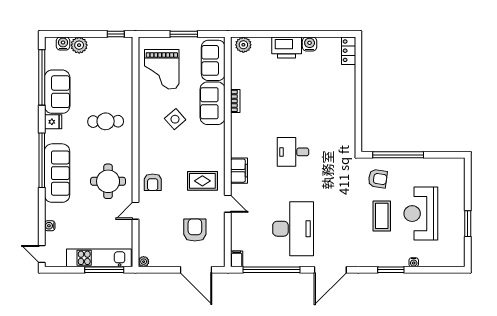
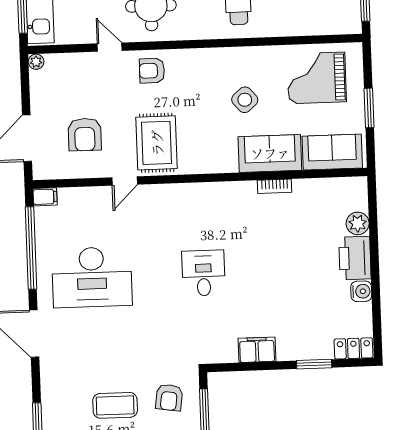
plant: (243, 45) -> (358, 223), moved
window: (358, 78) -> (314, 364), added
filing cabinet: (239, 171) -> (257, 350), moved, turned 180
rug: (202, 181) -> (157, 143), width x1.36, depth x1.43
armchair: (195, 230) -> (85, 135), turned 90

